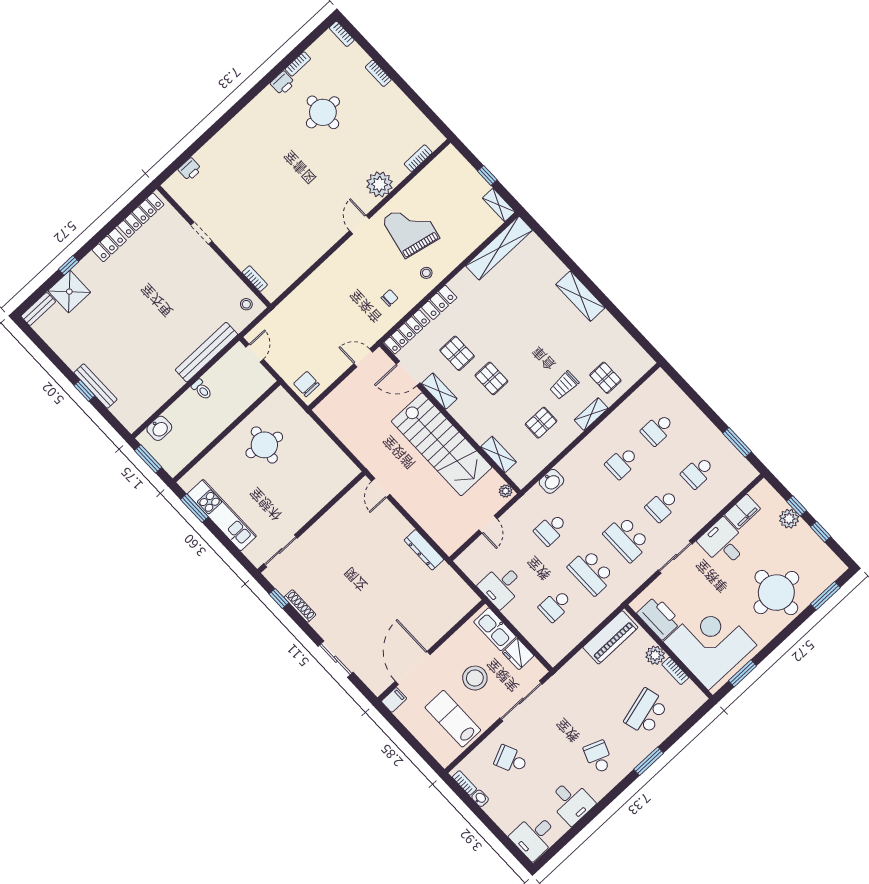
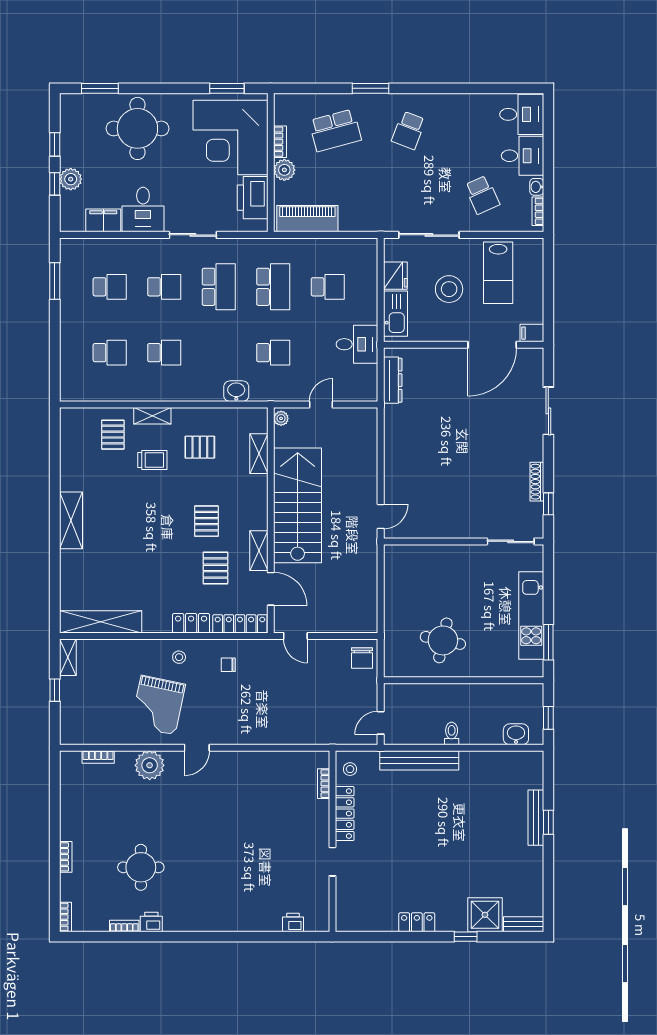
locker: (141, 215) -> (345, 814), moved, turned 90
window: (148, 459) -> (548, 718), width x0.67
dresser: (424, 550) -> (393, 380), moved
desk: (571, 802) -> (522, 156), moved, turned 90

